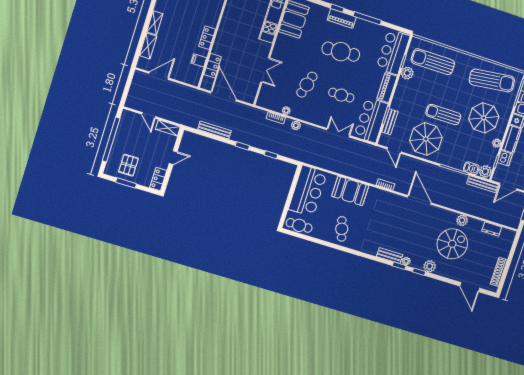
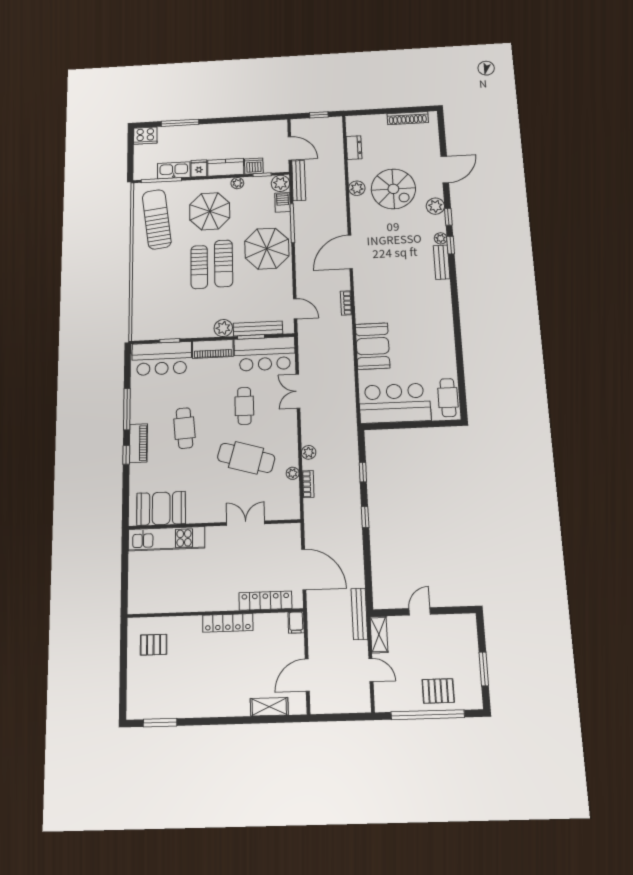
shelving: (155, 23) -> (232, 708), removed
locker: (207, 38) -> (228, 623), width x1.53
cafe table: (341, 52) -> (184, 428), width x0.73, depth x0.74
filing cabinet: (199, 60) -> (296, 623), moved
sun lounger: (433, 62) -> (199, 267), moved, width x0.73, depth x0.75
locker: (213, 66) -> (265, 601), width x1.53
plant: (407, 73) -> (223, 328), moved
door: (159, 76) -> (307, 675), hinge flipped
cafe table: (307, 85) -> (246, 458), width x1.37, depth x1.35
door: (223, 96) -> (304, 569), swing flipped
door: (149, 115) -> (371, 670), hinge flipped
bench: (390, 122) -> (258, 329), width x1.36
bench: (214, 130) -> (359, 614), moved
parasol: (426, 139) -> (267, 249), moved
door: (394, 150) -> (295, 309), hinge flipped
door: (173, 158) -> (420, 611), hinge flipped
pallet: (128, 165) -> (438, 691), moved
locker: (158, 179) -> (460, 622), removed
cafe table: (342, 229) -> (430, 338), removed
spiral stairs: (452, 244) -> (393, 189), turned 180
door: (470, 287) -> (445, 169), moved

